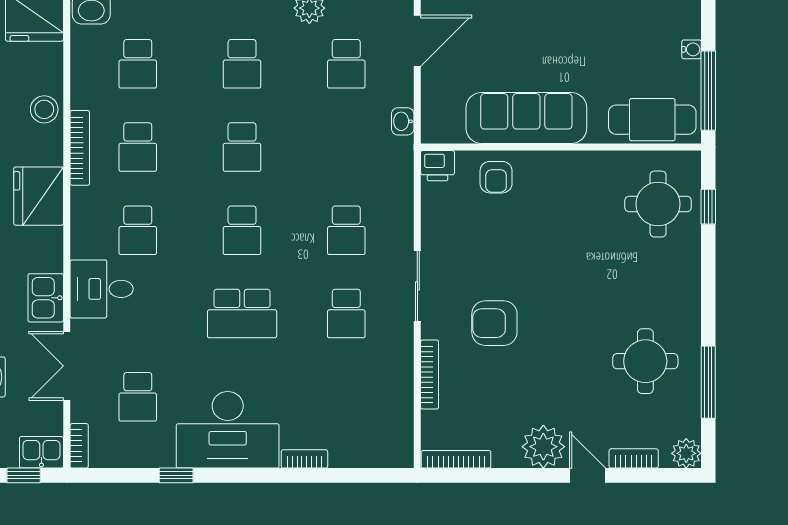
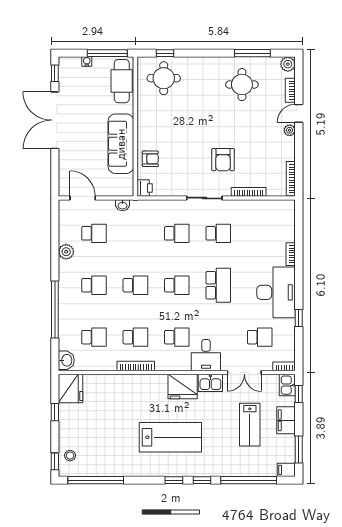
stool: (44, 109) -> (117, 384), removed
fridge: (39, 196) -> (183, 387), moved
plant: (543, 447) -> (290, 130), width x0.53, depth x0.53

